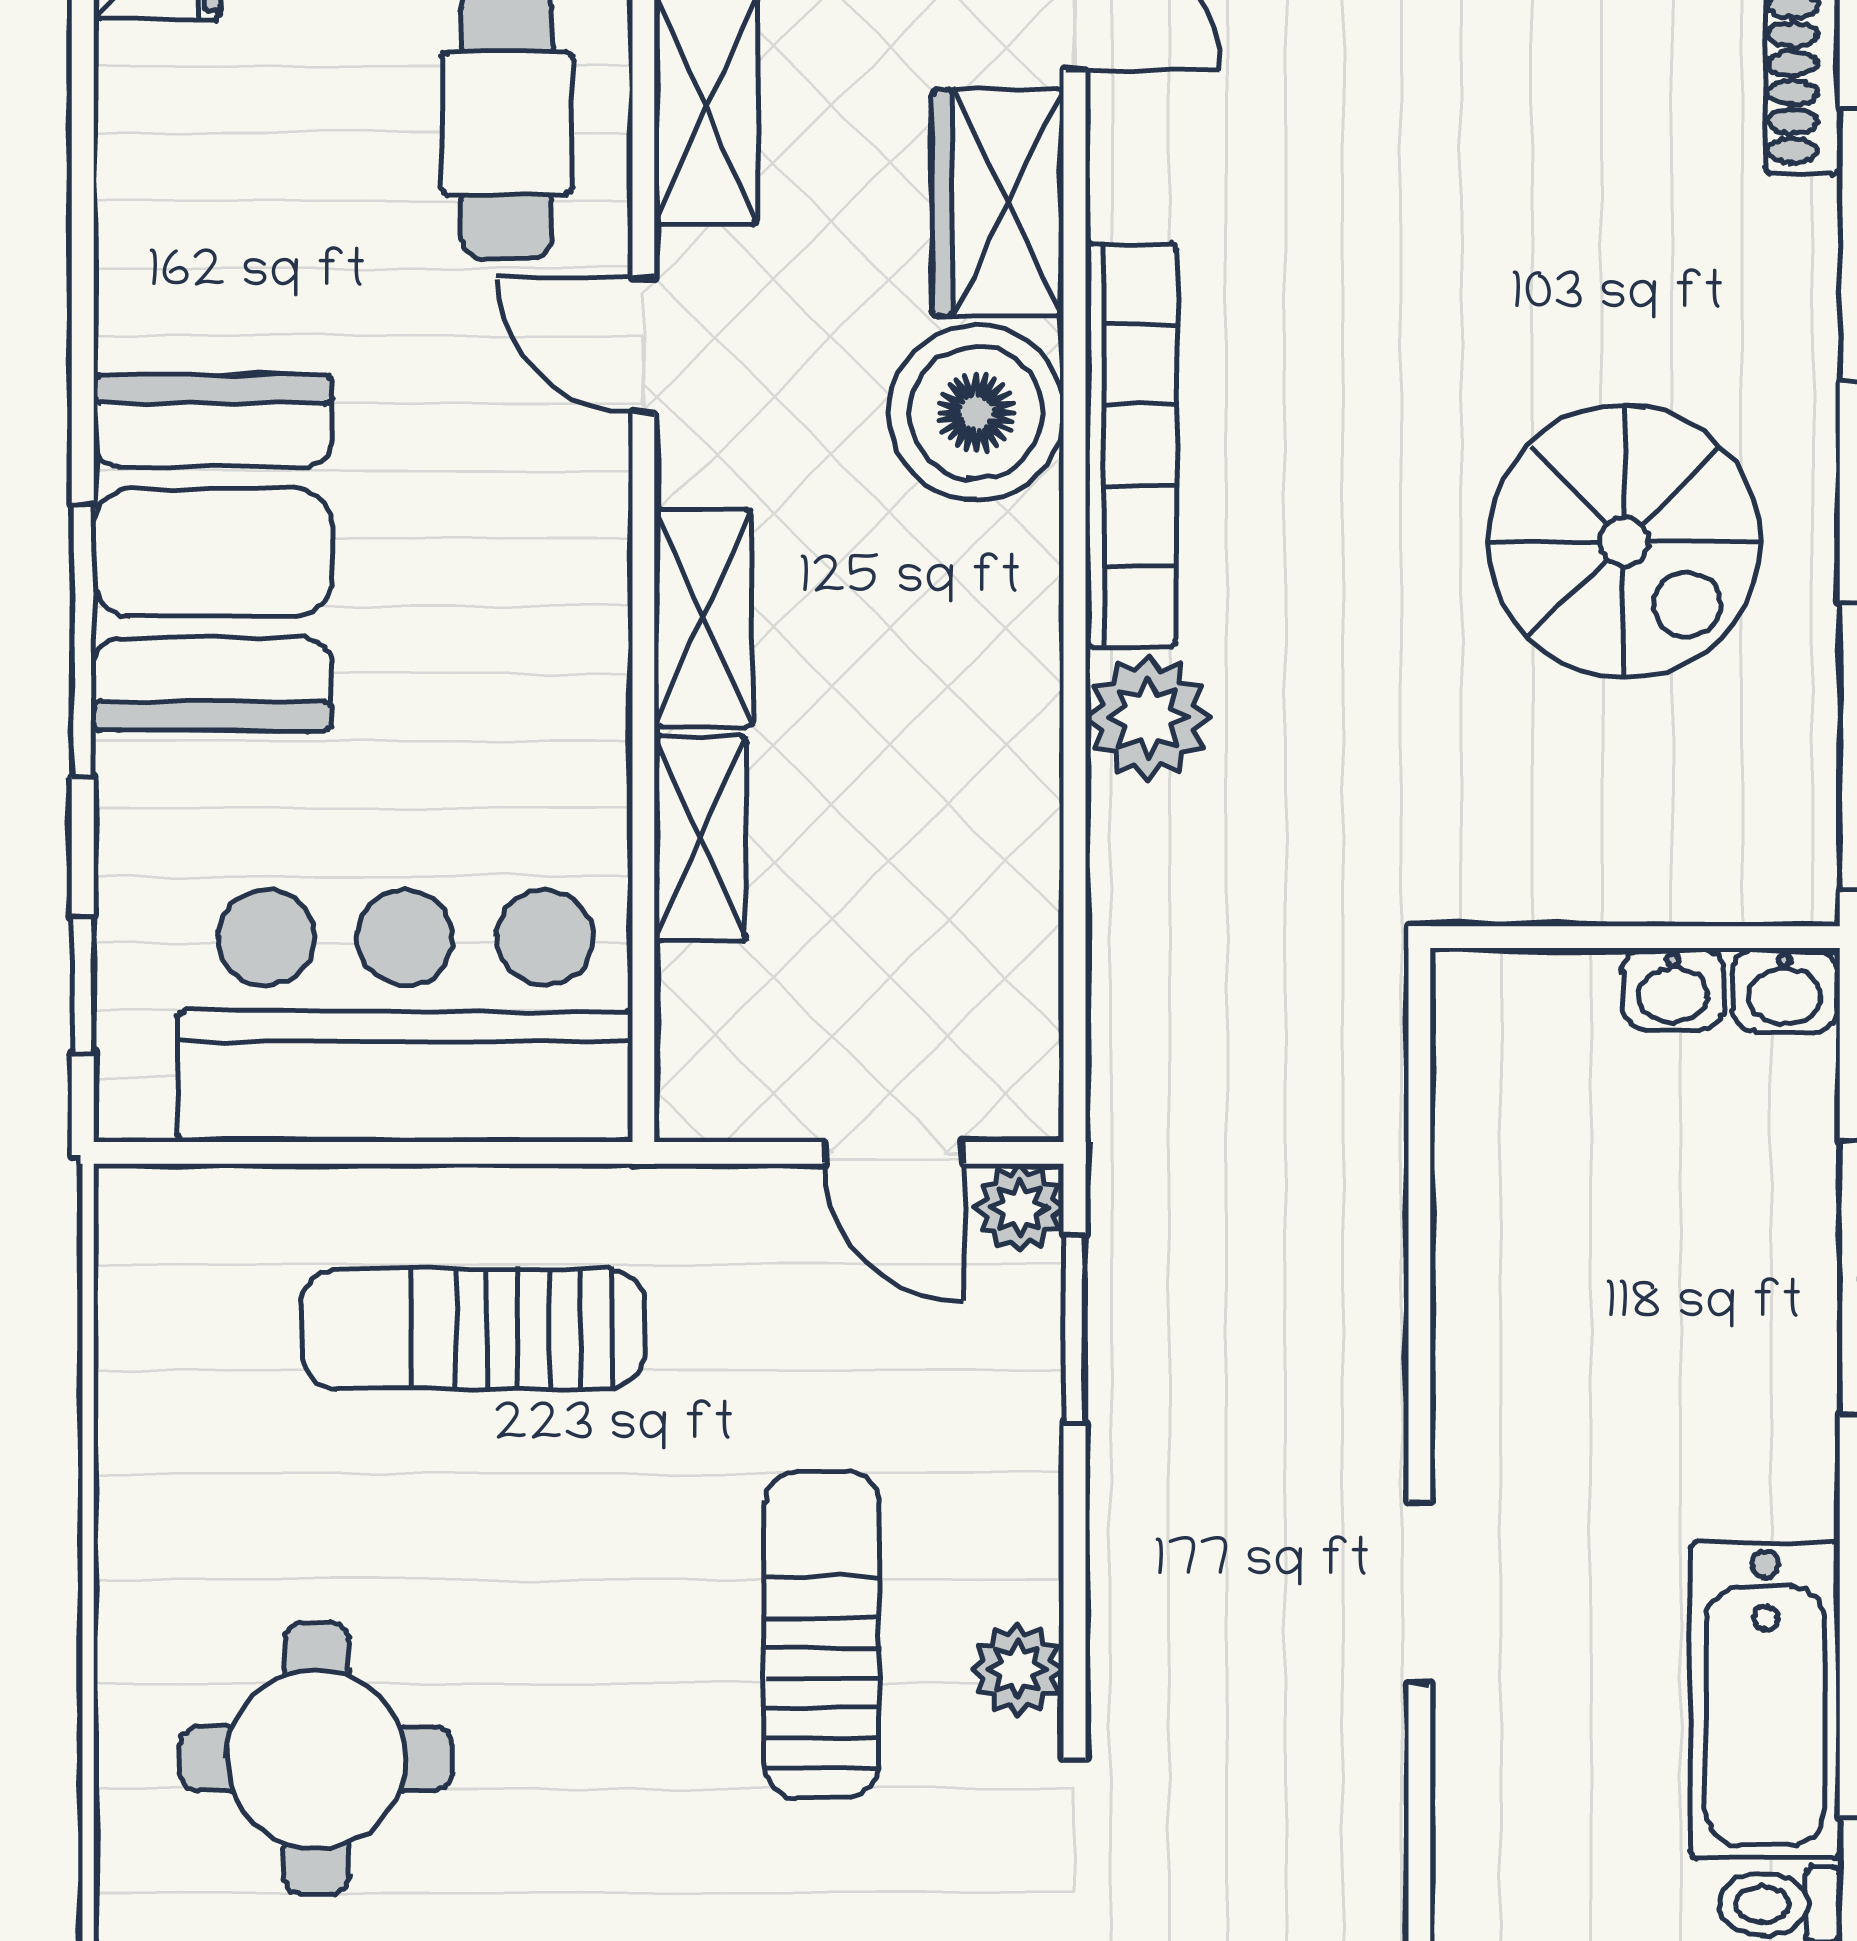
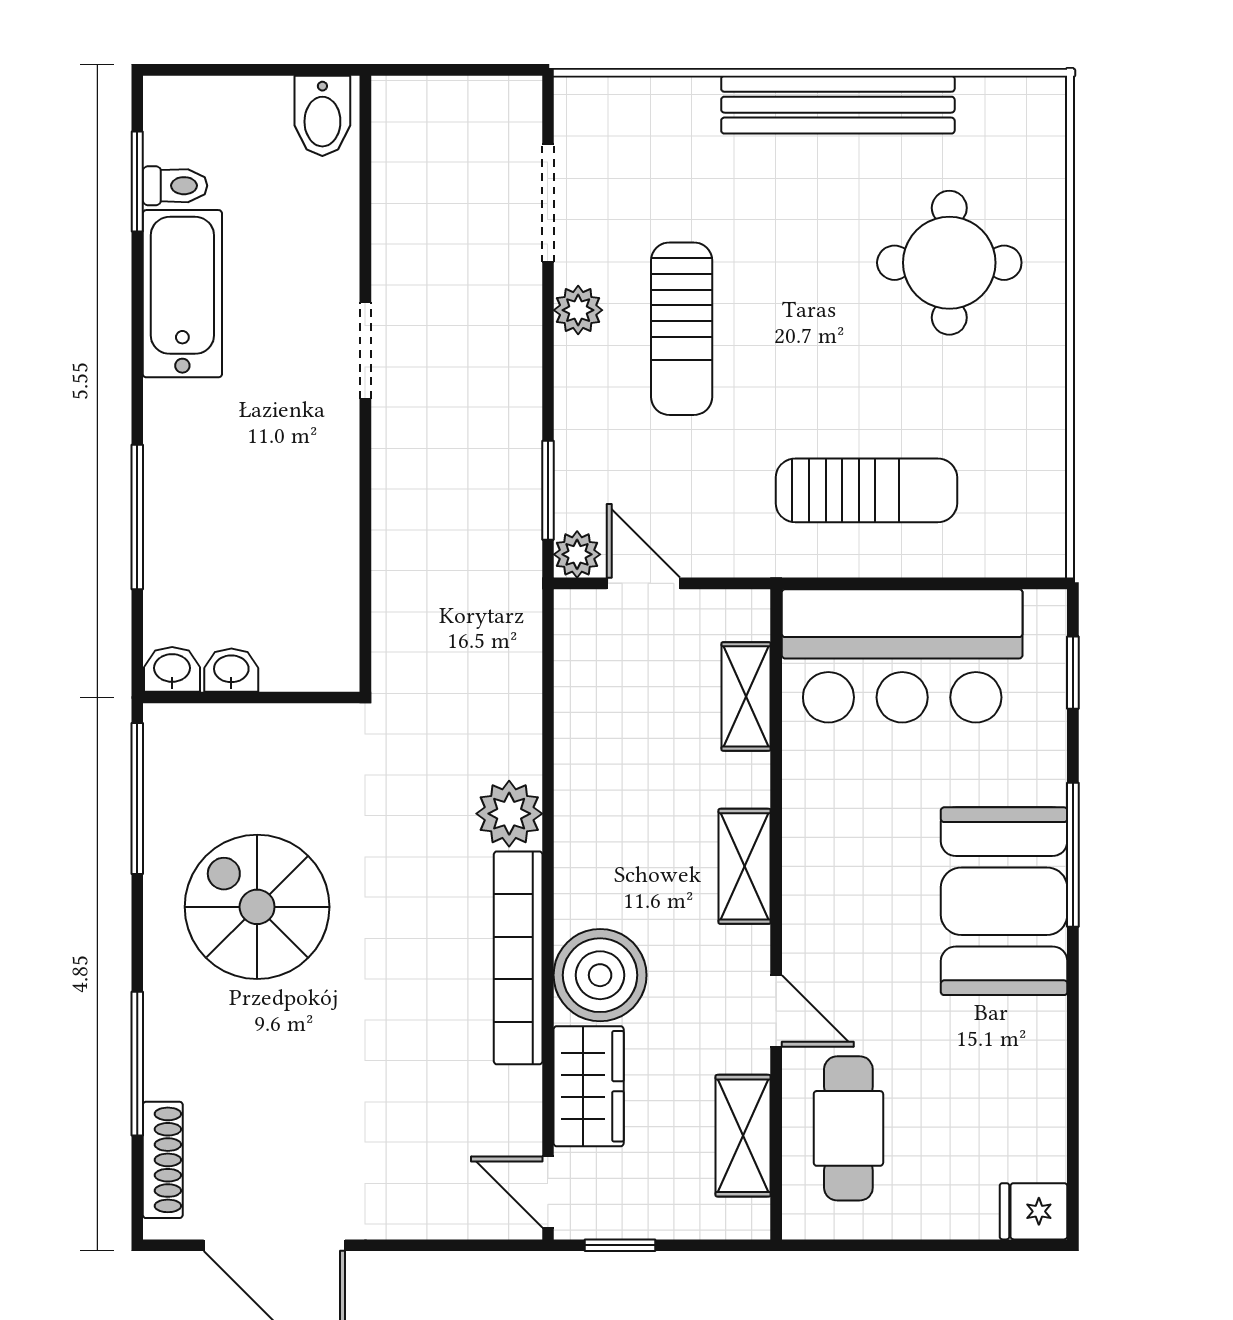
shelving: (700, 838) -> (746, 696), moved

